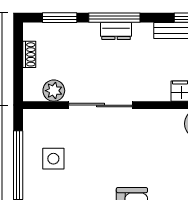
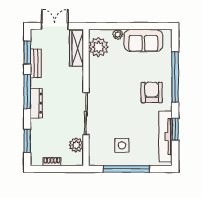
window: (114, 18) -> (27, 92), moved
dresser: (116, 31) -> (36, 103), width x1.44

